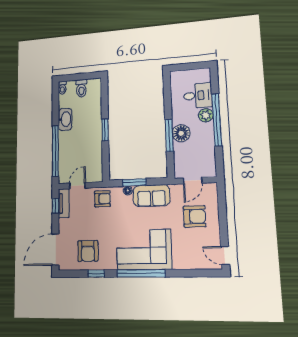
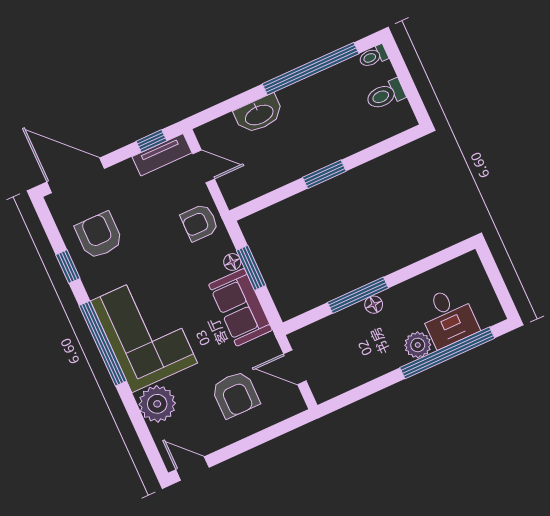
washbasin: (65, 119) -> (259, 114), moved
window: (217, 120) -> (447, 353), moved
floor lamp: (181, 133) -> (374, 305), width x0.53, depth x0.53
window: (55, 151) -> (311, 69), moved
armchair: (102, 199) -> (199, 223), turned 90
armchair: (88, 251) -> (99, 235), turned 90
door: (225, 256) -> (192, 468), hinge flipped
plant: (183, 259) -> (157, 404), added

